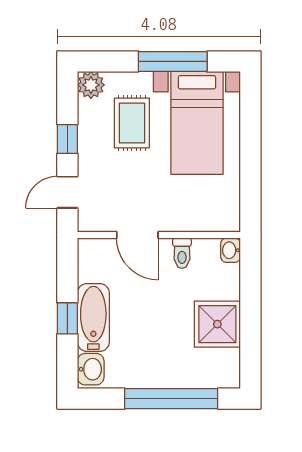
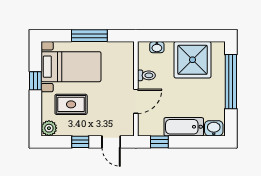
window: (173, 61) -> (35, 81), width x0.46
window: (250, 155) -> (89, 36), added
washbasin: (231, 250) -> (157, 47), moved
window: (67, 318) -> (159, 142), moved
shower: (217, 324) -> (193, 60), width x1.37, depth x1.37

